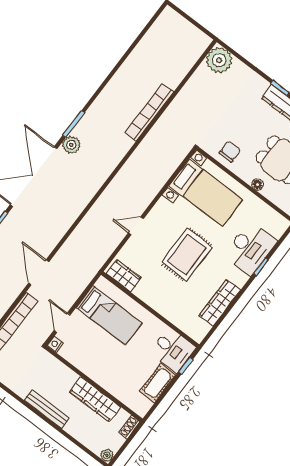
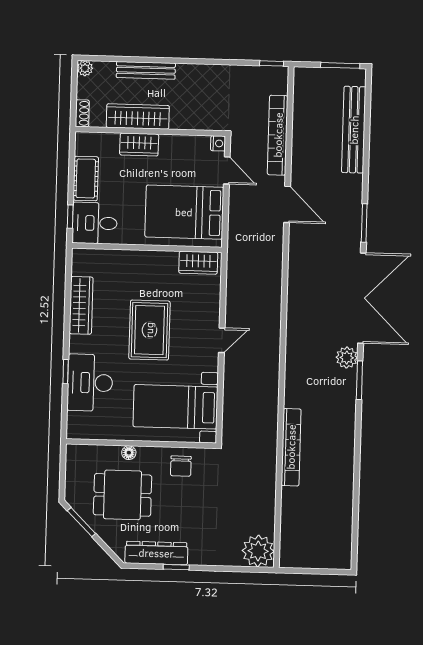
door: (136, 226) -> (222, 340), moved
bed: (109, 315) -> (184, 212), width x1.50
wardrobe: (107, 380) -> (139, 145), added
bench: (47, 409) -> (146, 70), moved

